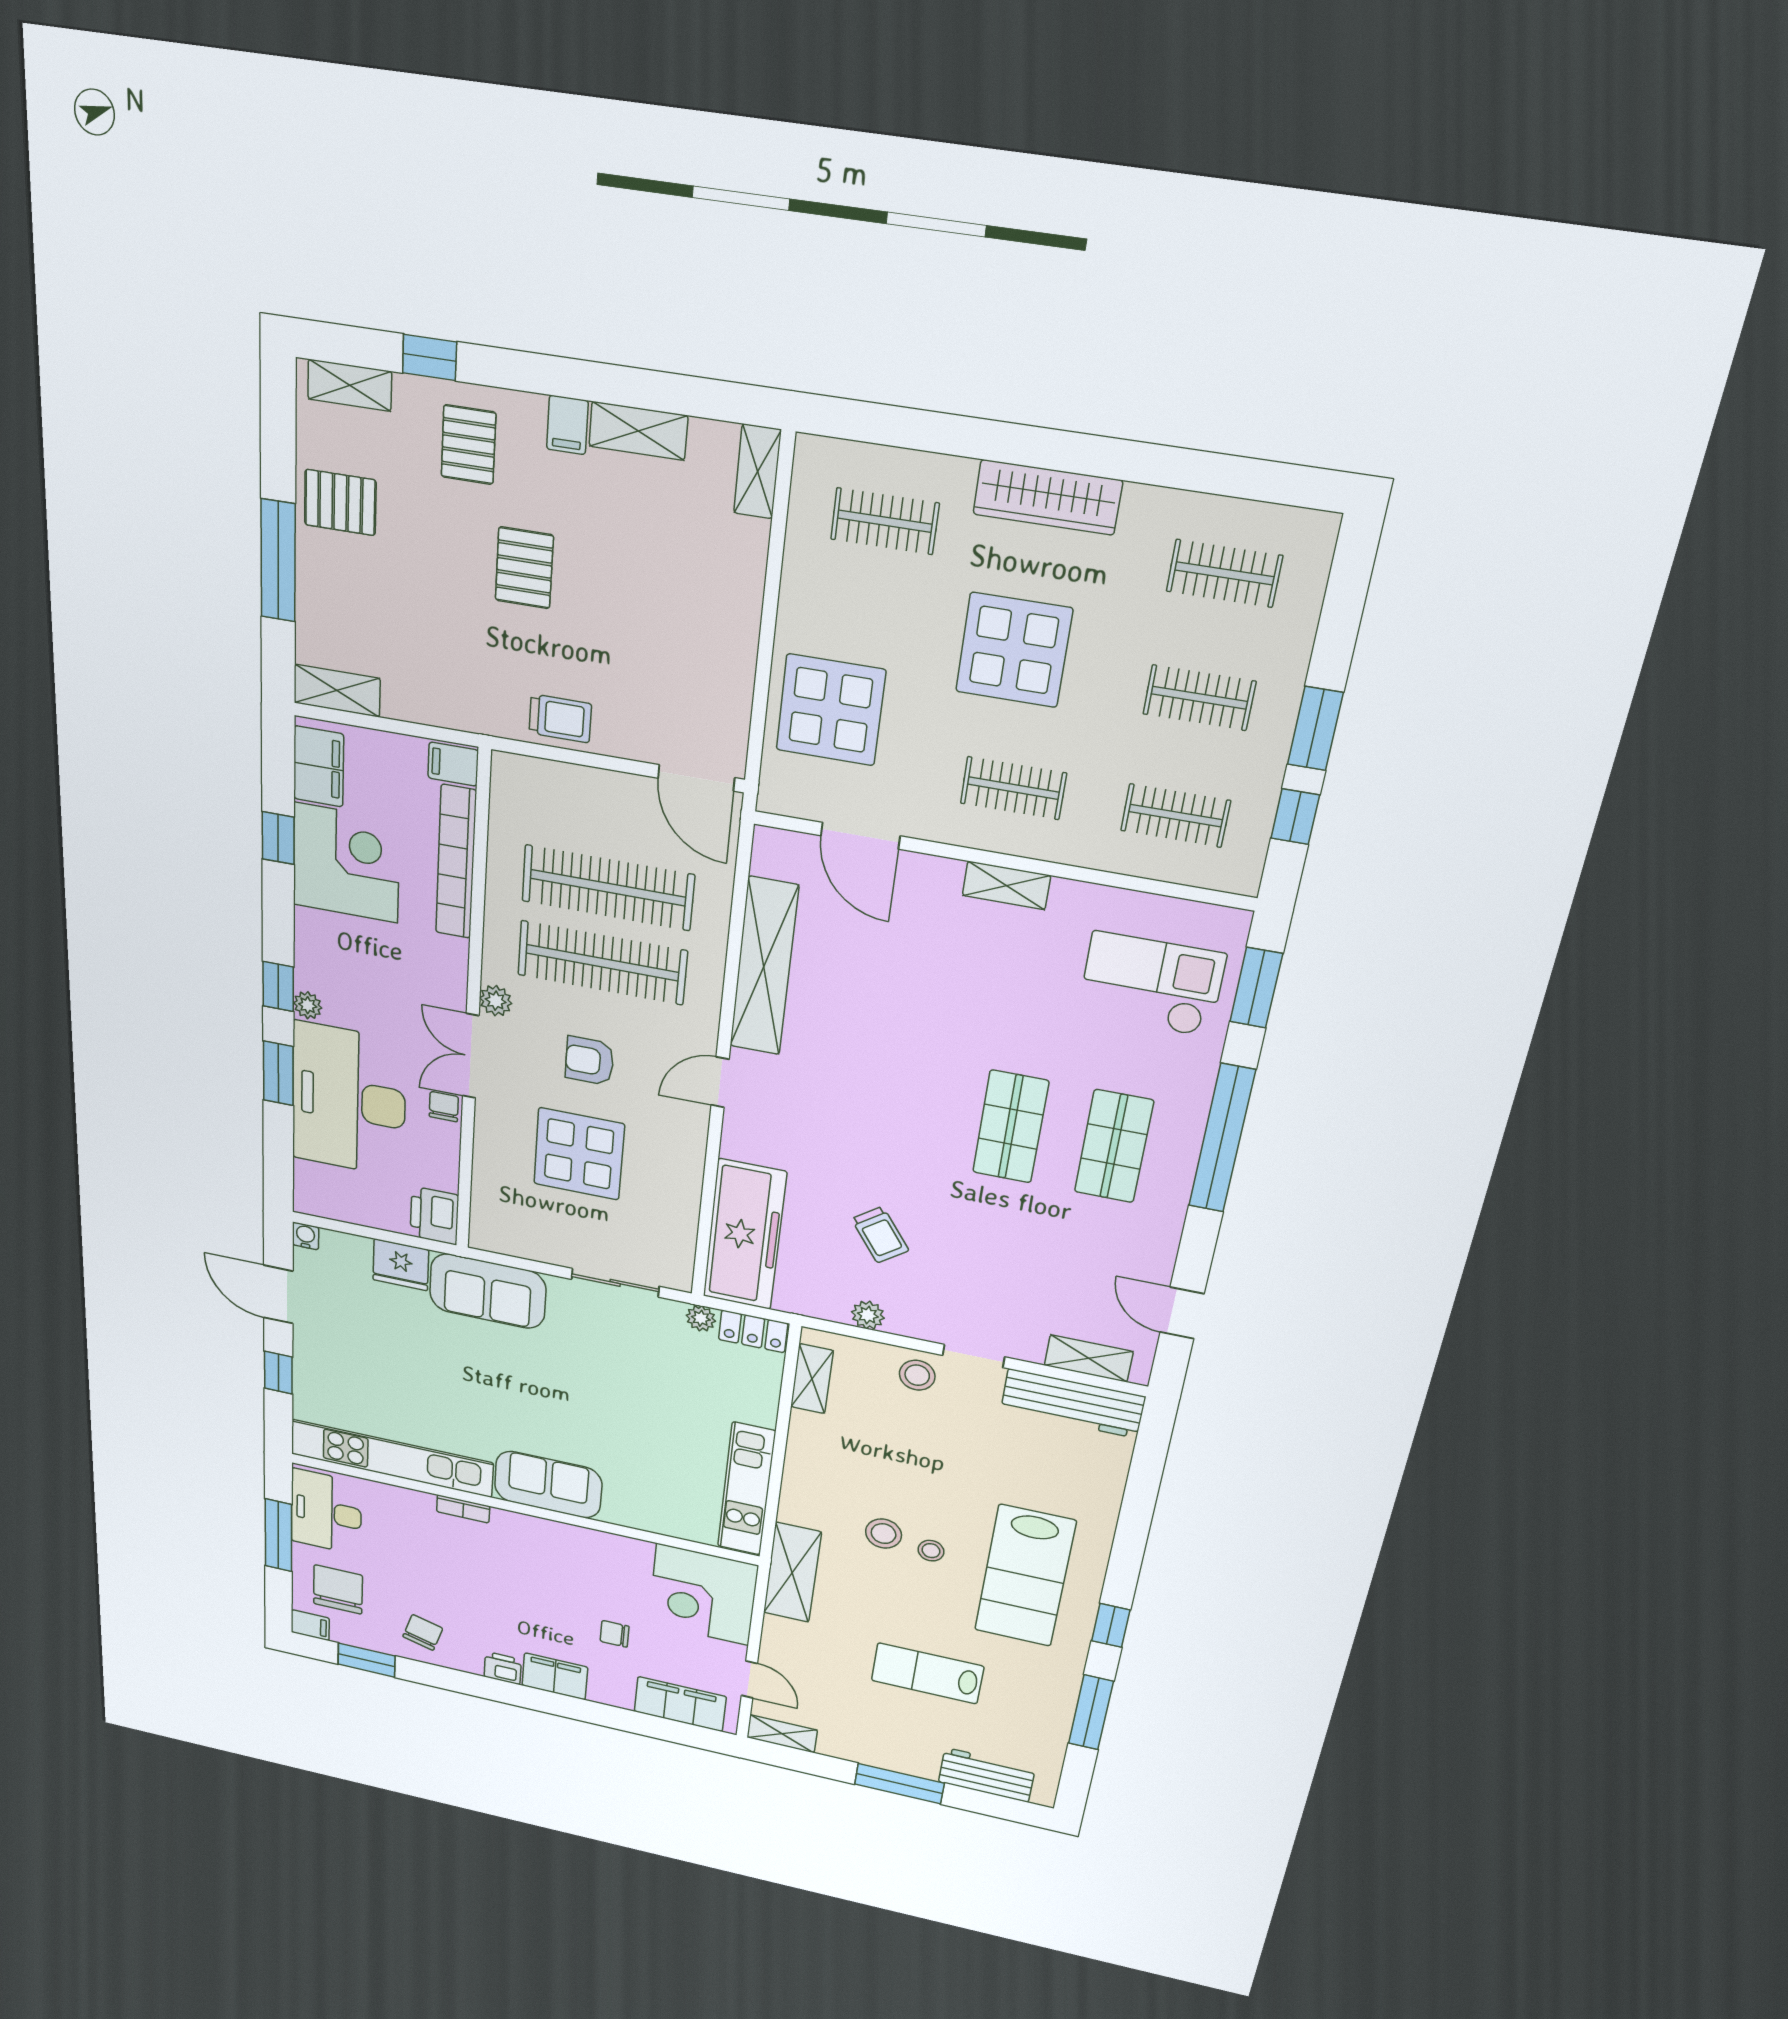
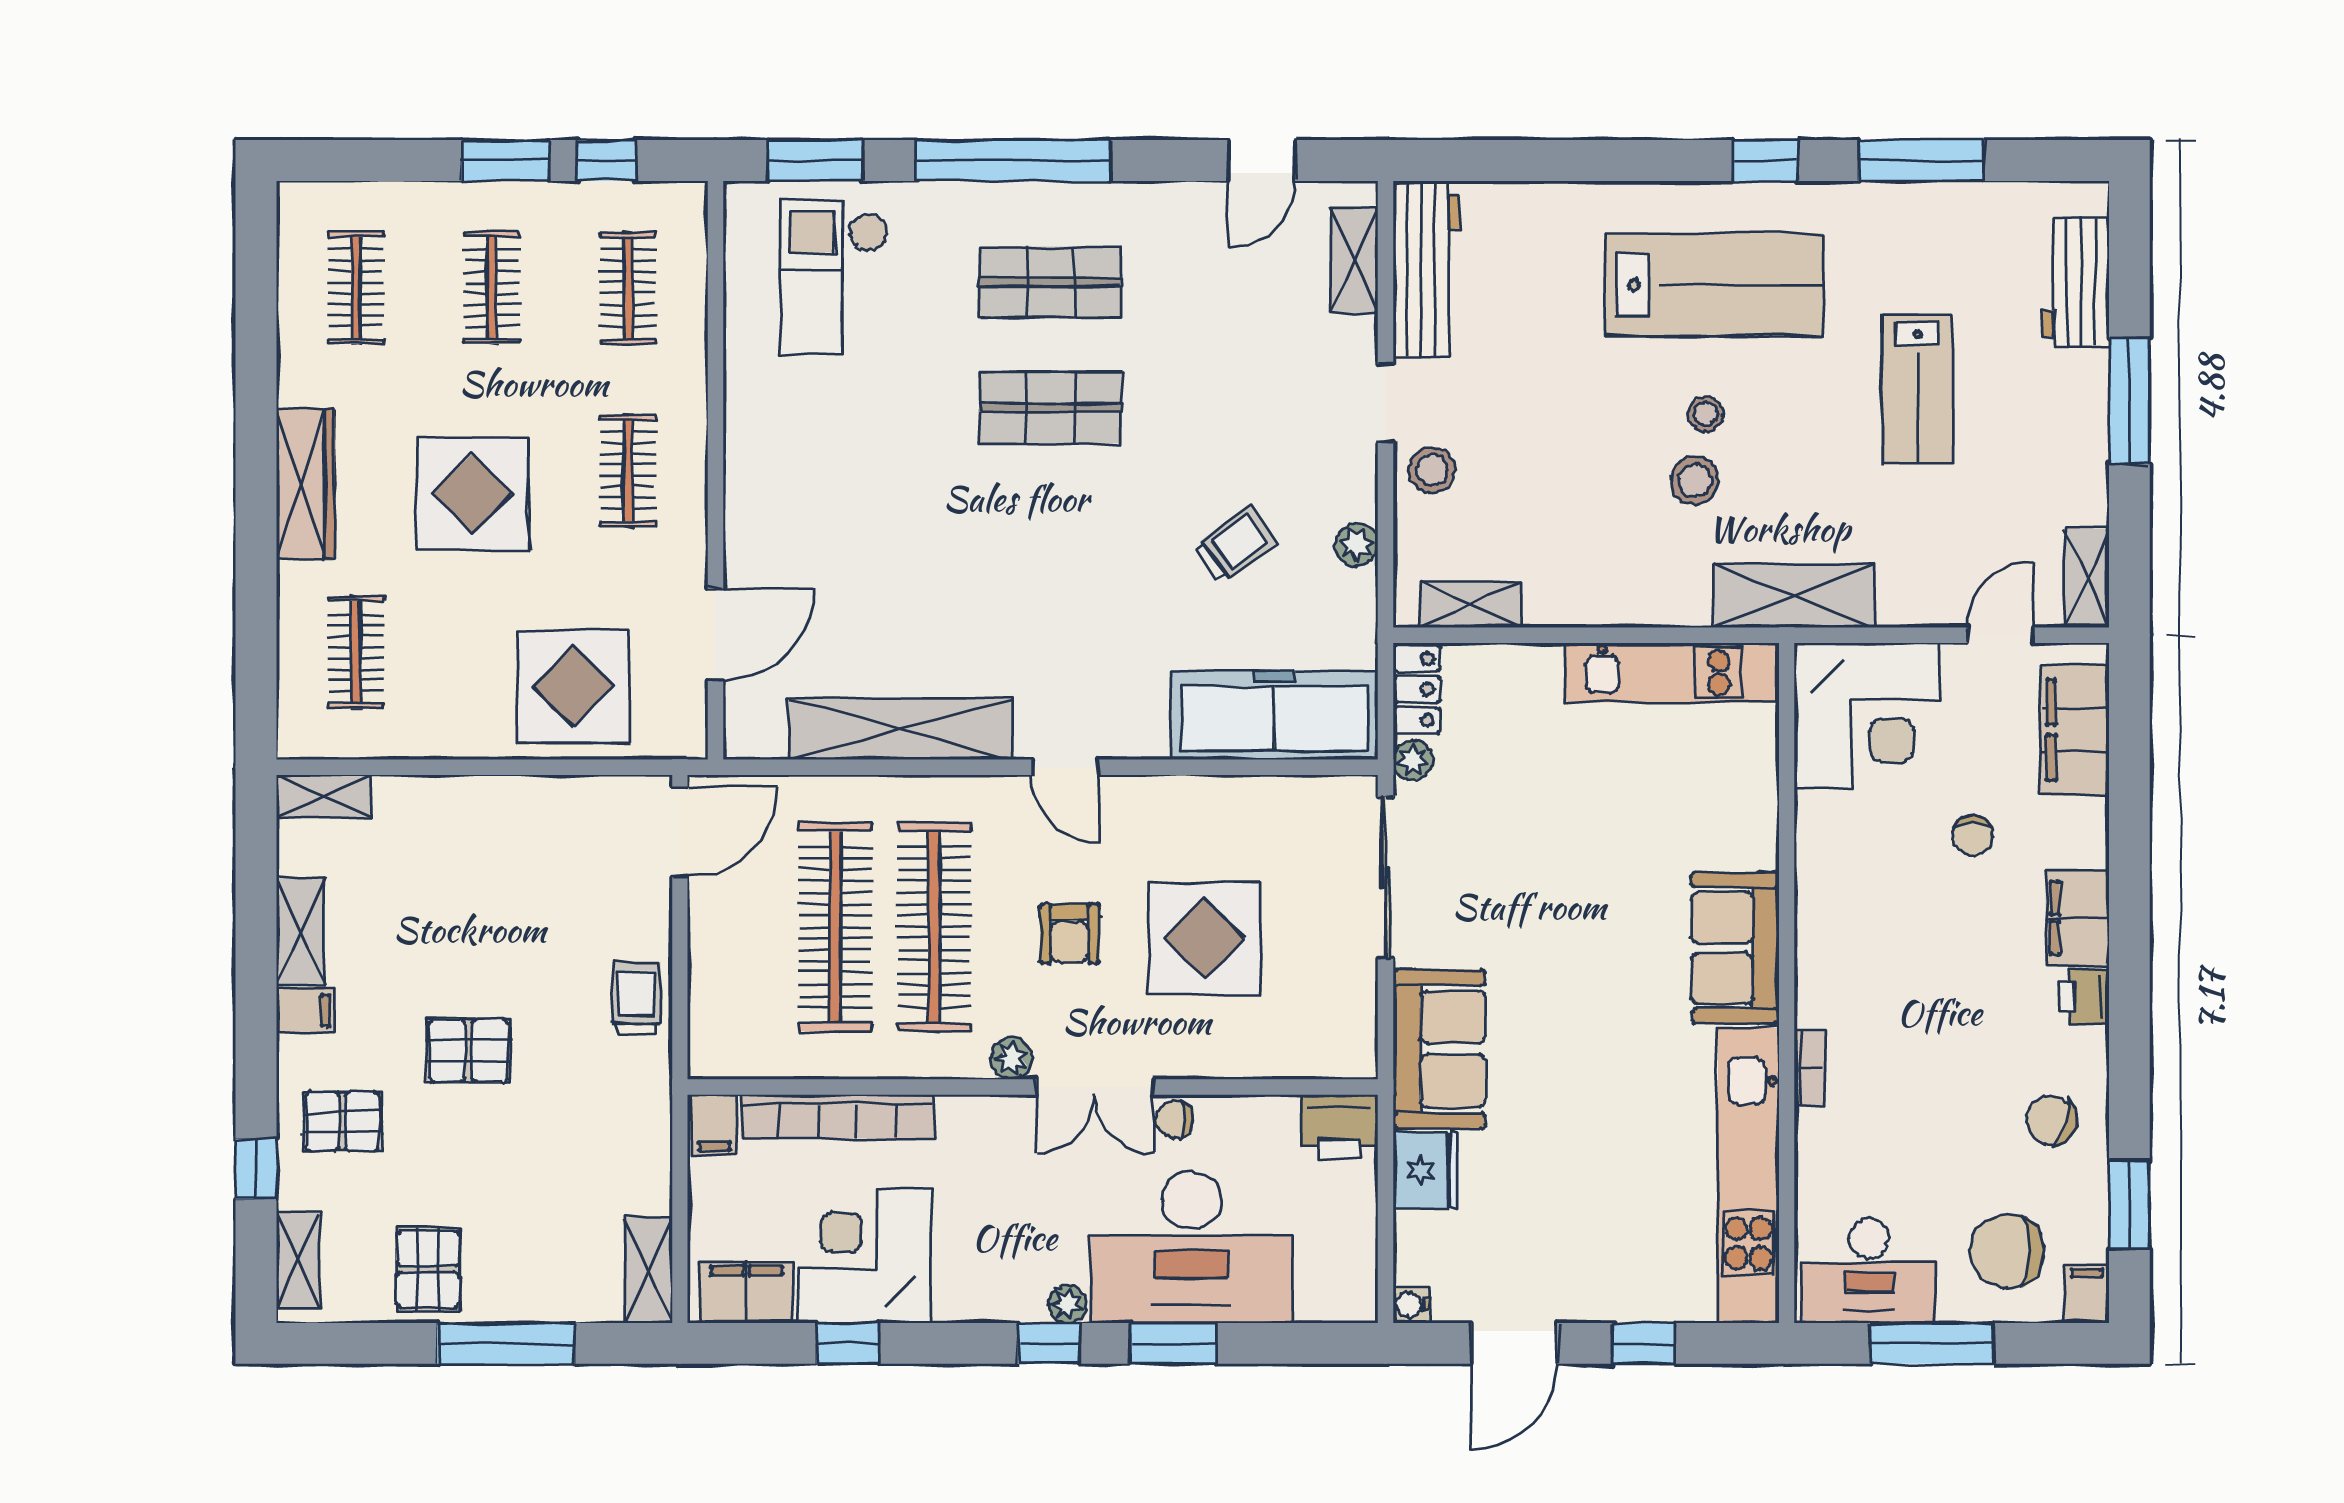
shelving: (1006, 885) -> (745, 460), removed
sliding door: (615, 1283) -> (1386, 878), width x1.37

